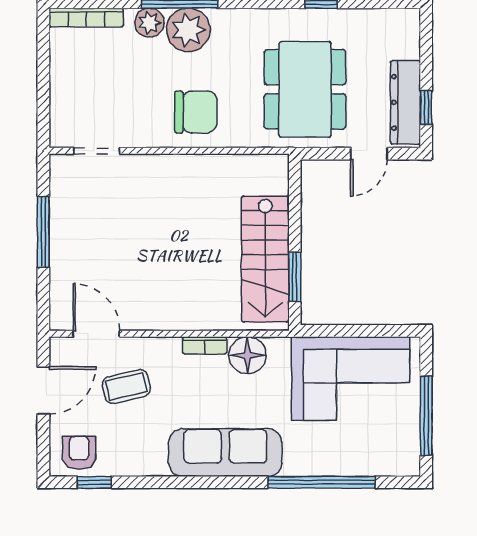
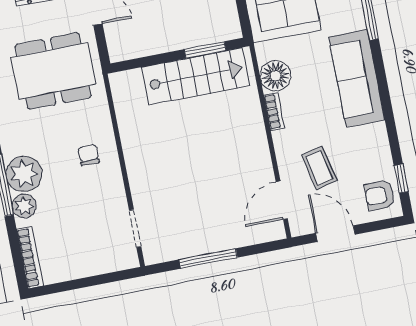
chair: (196, 112) -> (89, 155), width x0.54, depth x0.54

